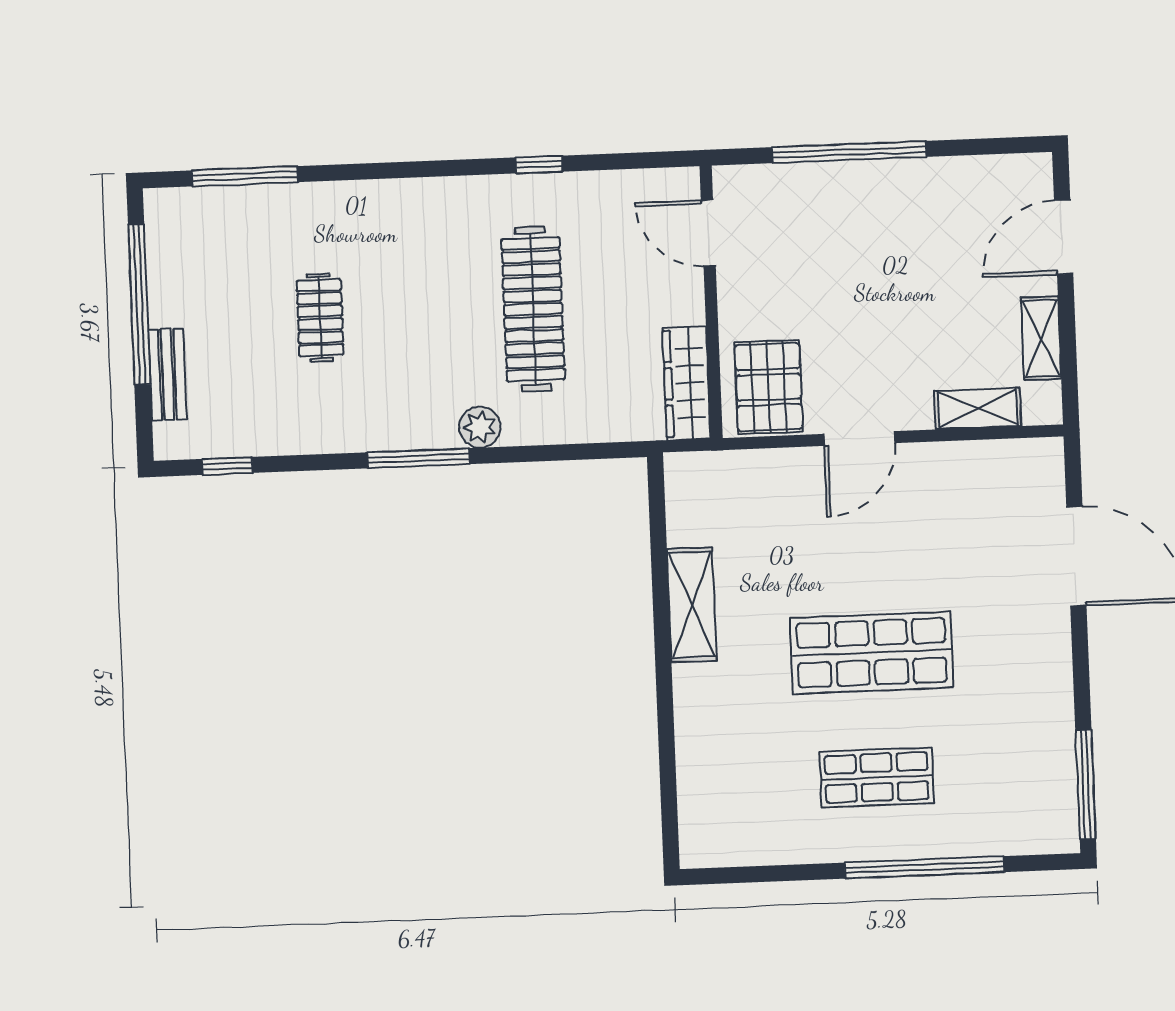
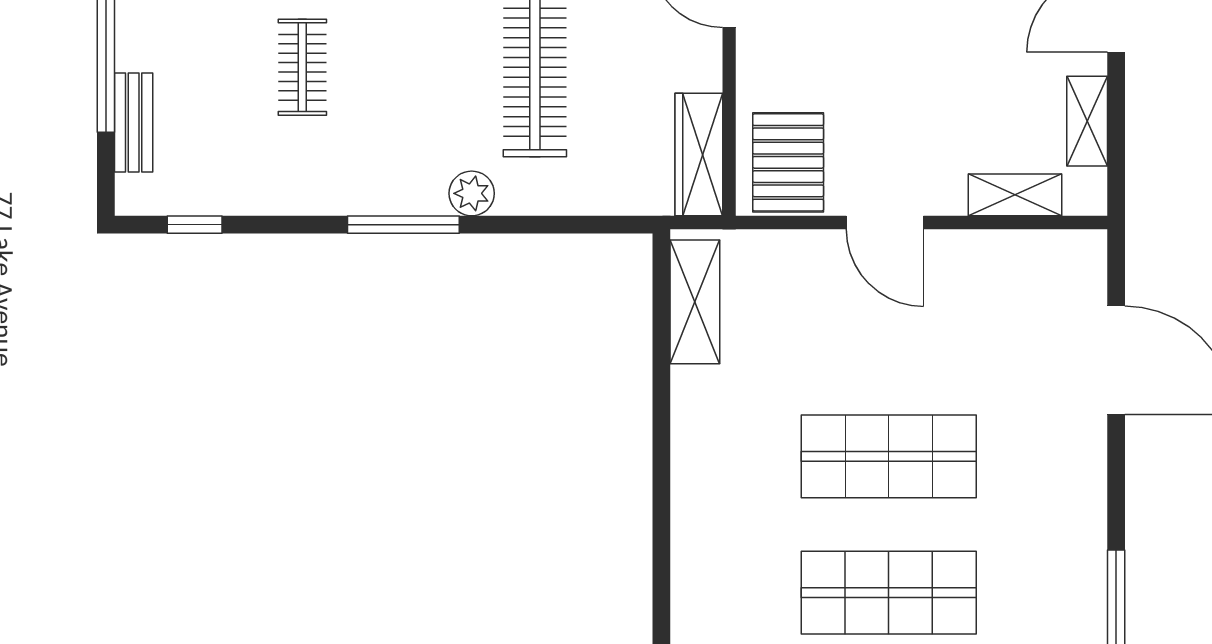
door: (859, 439) -> (885, 222), hinge flipped
shelving: (692, 605) -> (695, 302), moved
shop shelf: (877, 778) -> (889, 593), width x1.43, depth x1.36

